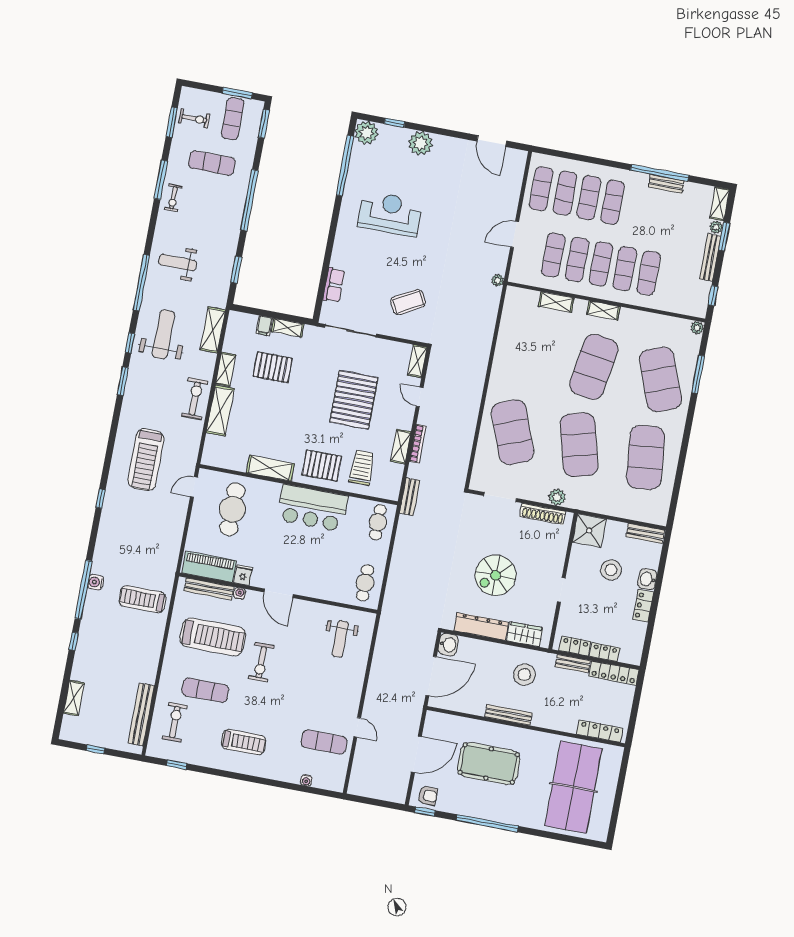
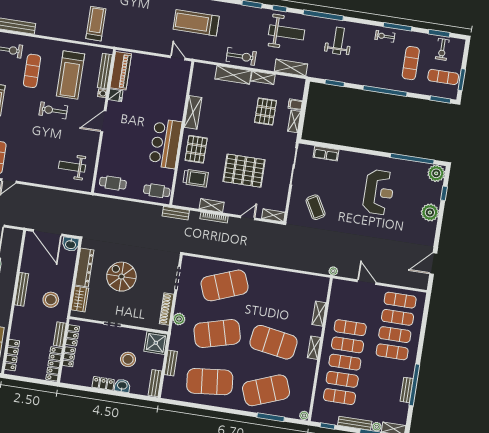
exercise mat: (553, 255) -> (340, 397), moved
cafe table: (232, 509) -> (163, 86), removed
bench: (618, 511) -> (171, 363), added

